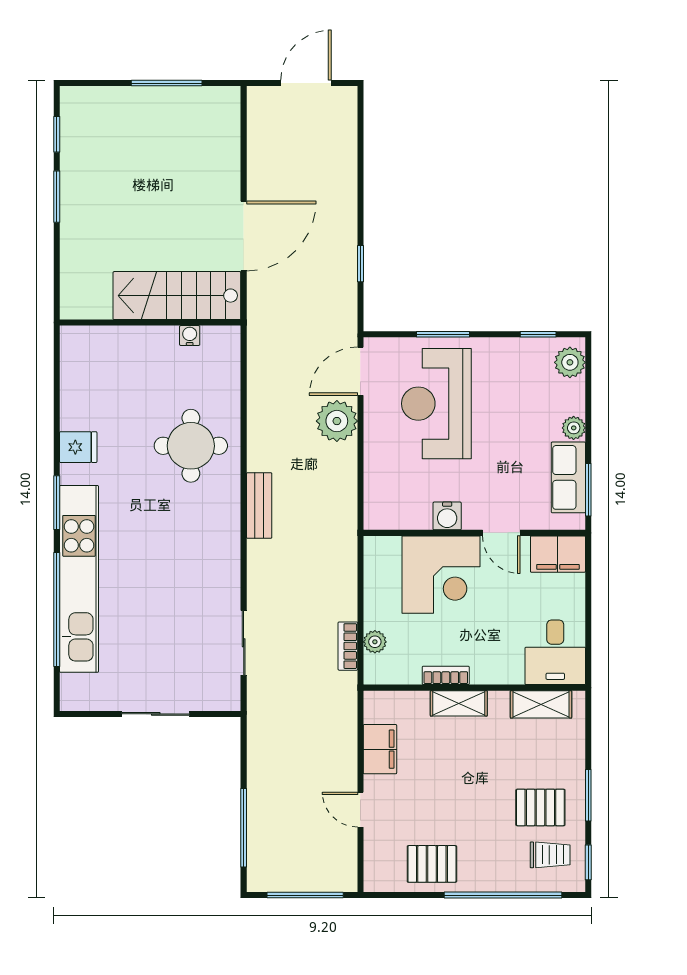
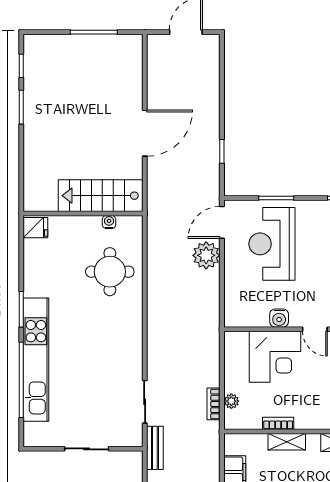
stairs: (177, 296) -> (101, 196), moved
wall: (150, 323) -> (83, 213), moved
water cooler: (190, 336) -> (109, 222), moved
fridge: (78, 447) -> (35, 228), moved
bench: (259, 505) -> (155, 448), moved

